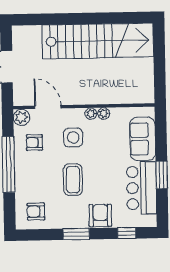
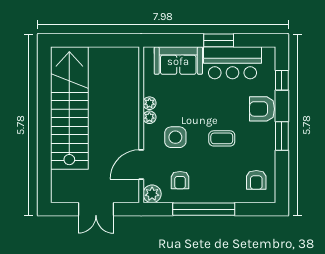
coffee table: (73, 180) -> (222, 138), width x0.73, depth x0.77

